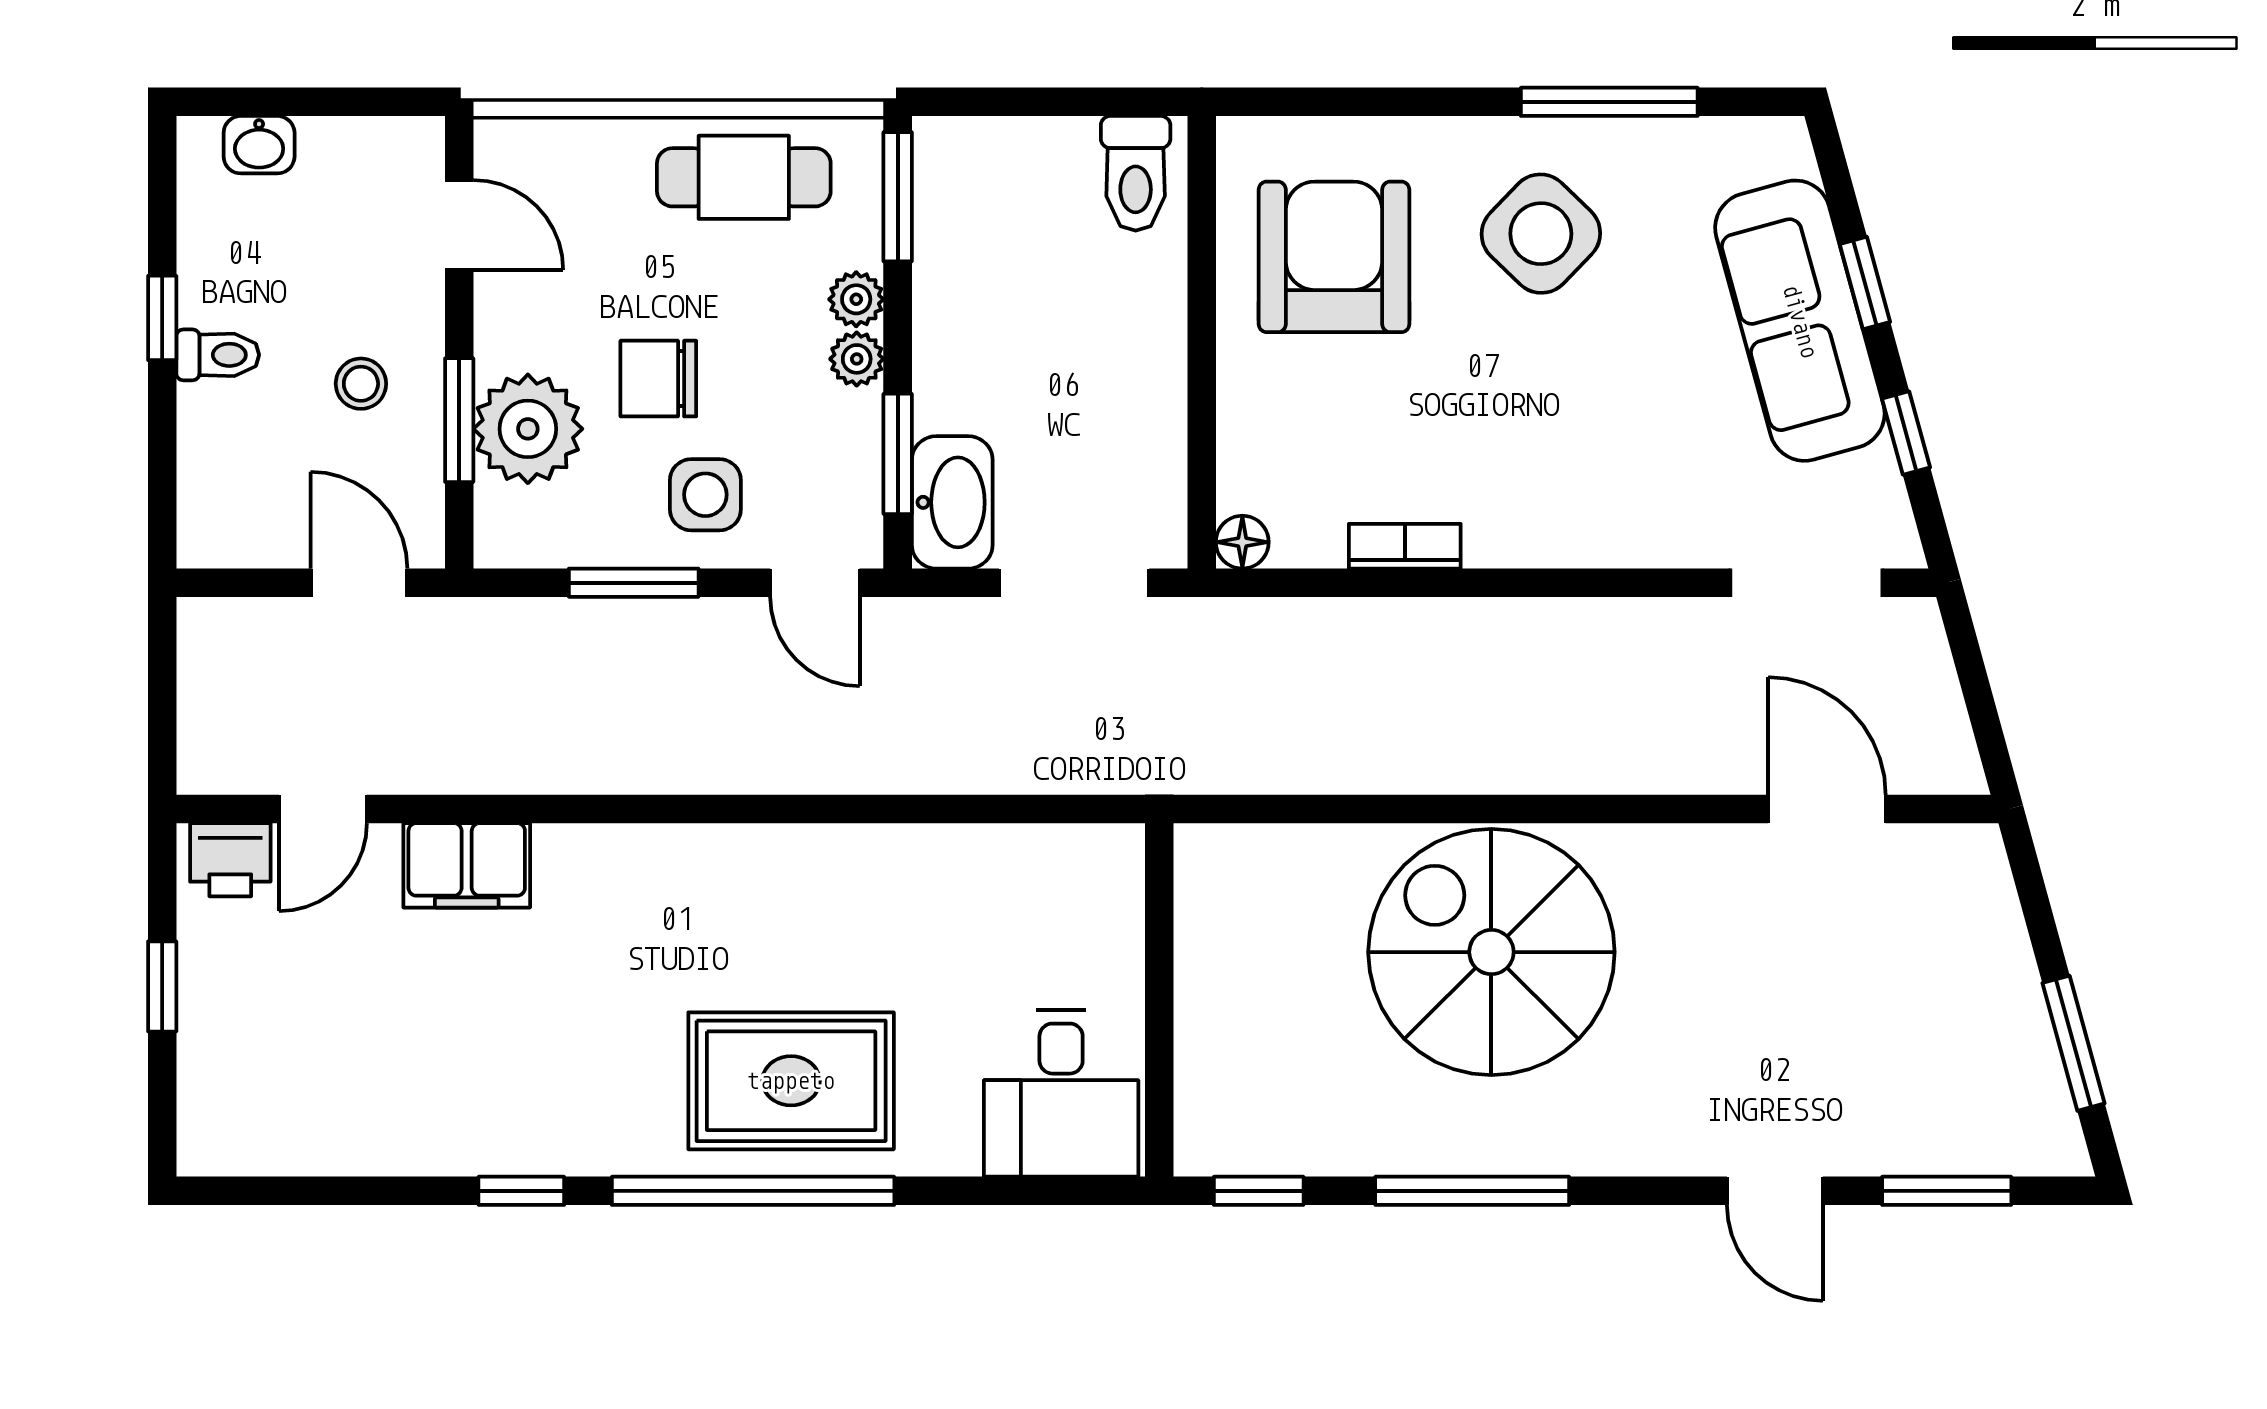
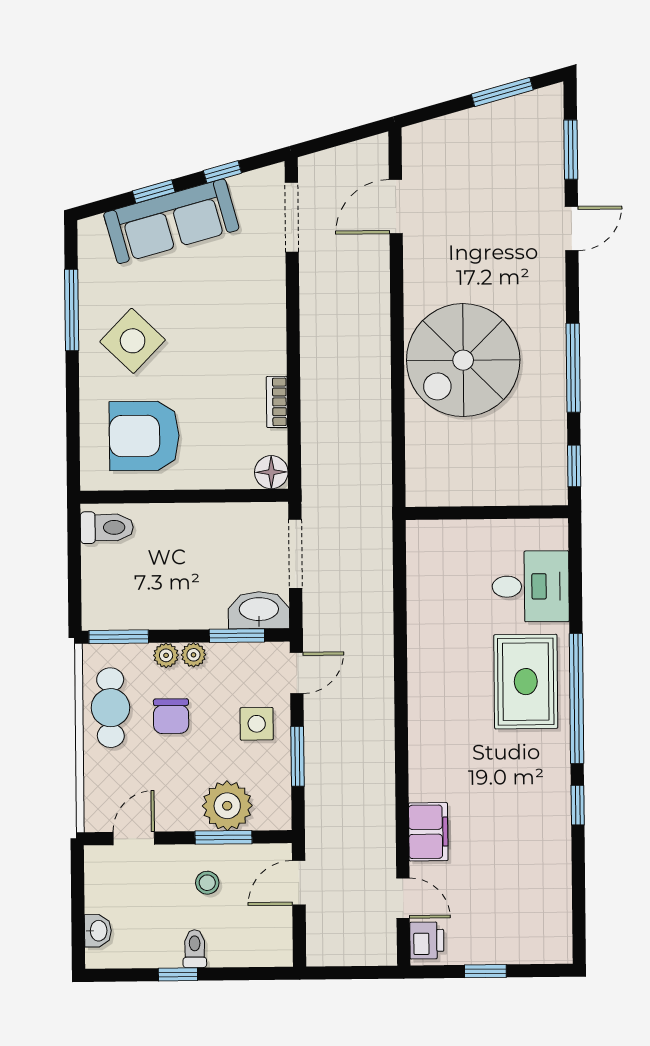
chair: (658, 379) -> (171, 716), moved
floor lamp: (1242, 542) -> (271, 472), width x1.37, depth x1.37
desk: (1061, 1093) -> (531, 586), moved

